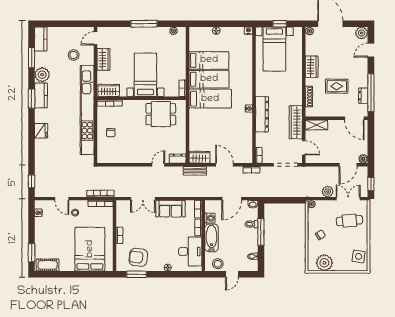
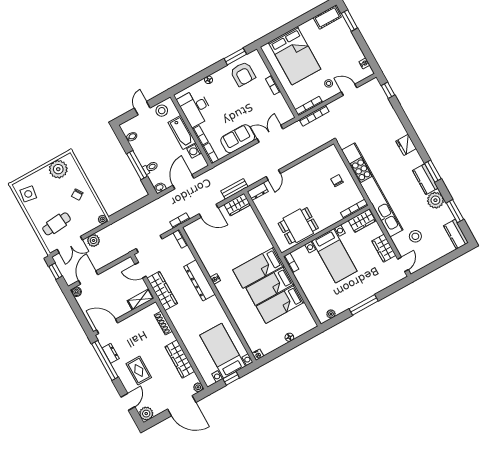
wardrobe: (312, 67) -> (180, 359), width x1.50
rug: (337, 86) -> (139, 371), moved, turned 90
armchair: (138, 257) -> (243, 74), turned 83

